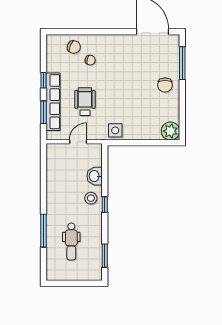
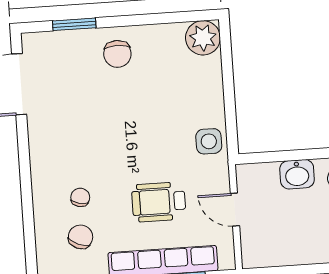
chair: (74, 47) -> (81, 237), moved
window: (182, 63) -> (74, 24), width x0.69
chair: (165, 85) -> (117, 54), turned 90

